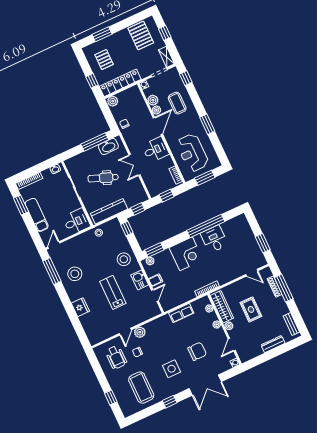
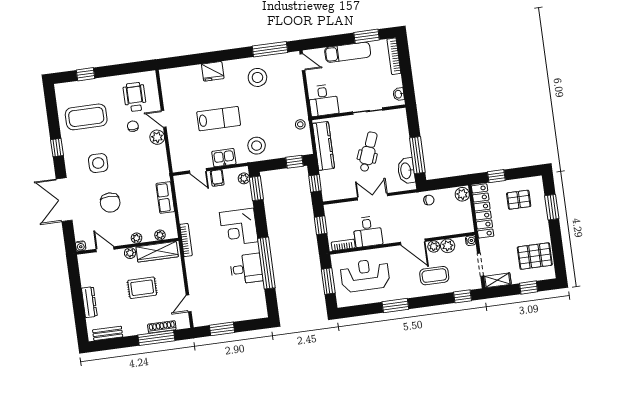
desk: (155, 150) -> (368, 232), moved
wheelchair: (116, 357) -> (135, 97), turned 90

